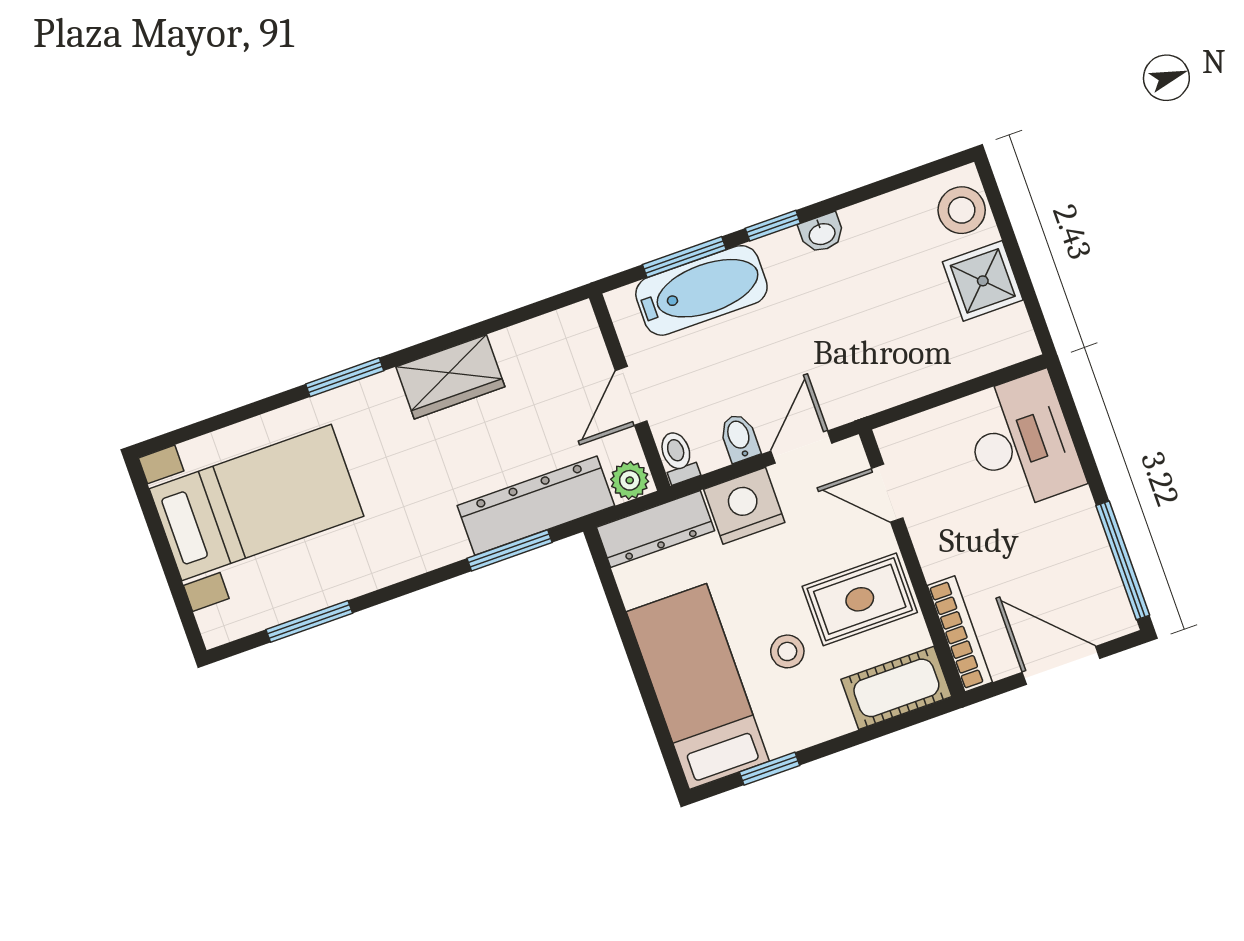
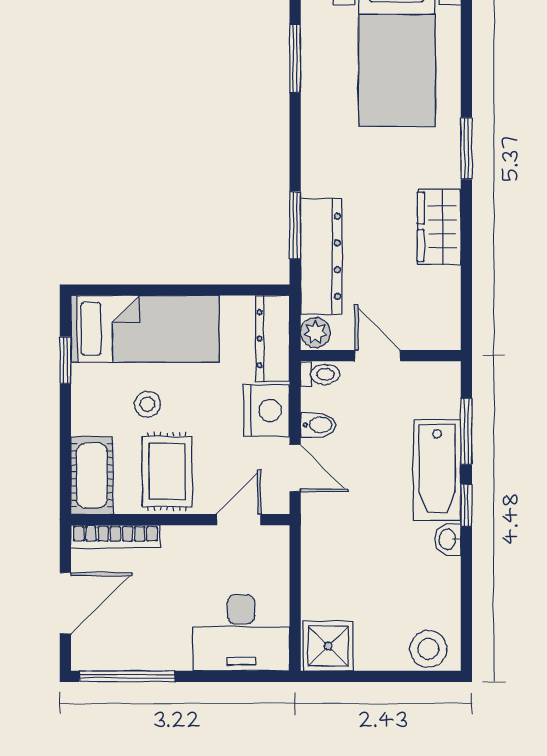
shower: (983, 281) -> (328, 646), moved
bathtub: (701, 290) -> (437, 470), moved

